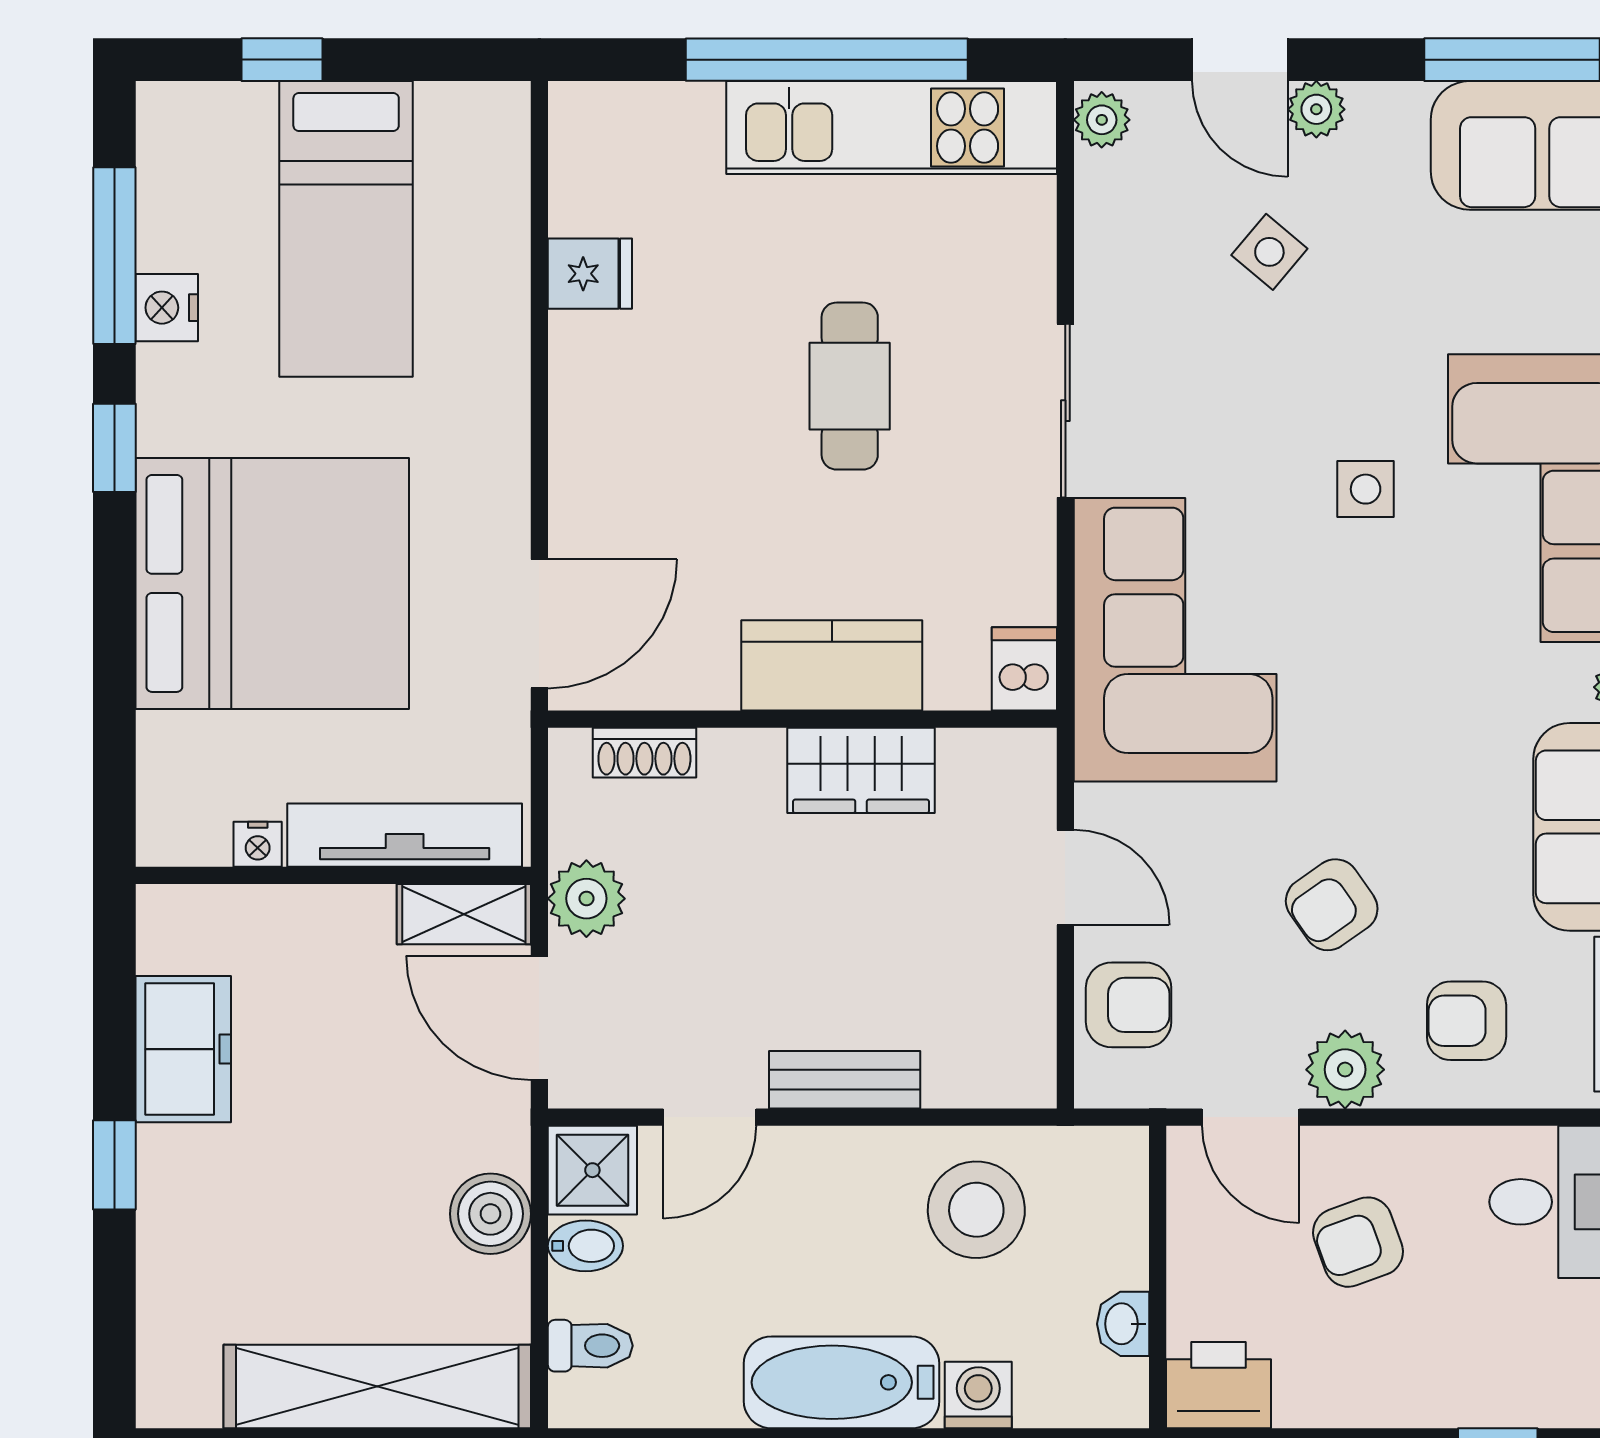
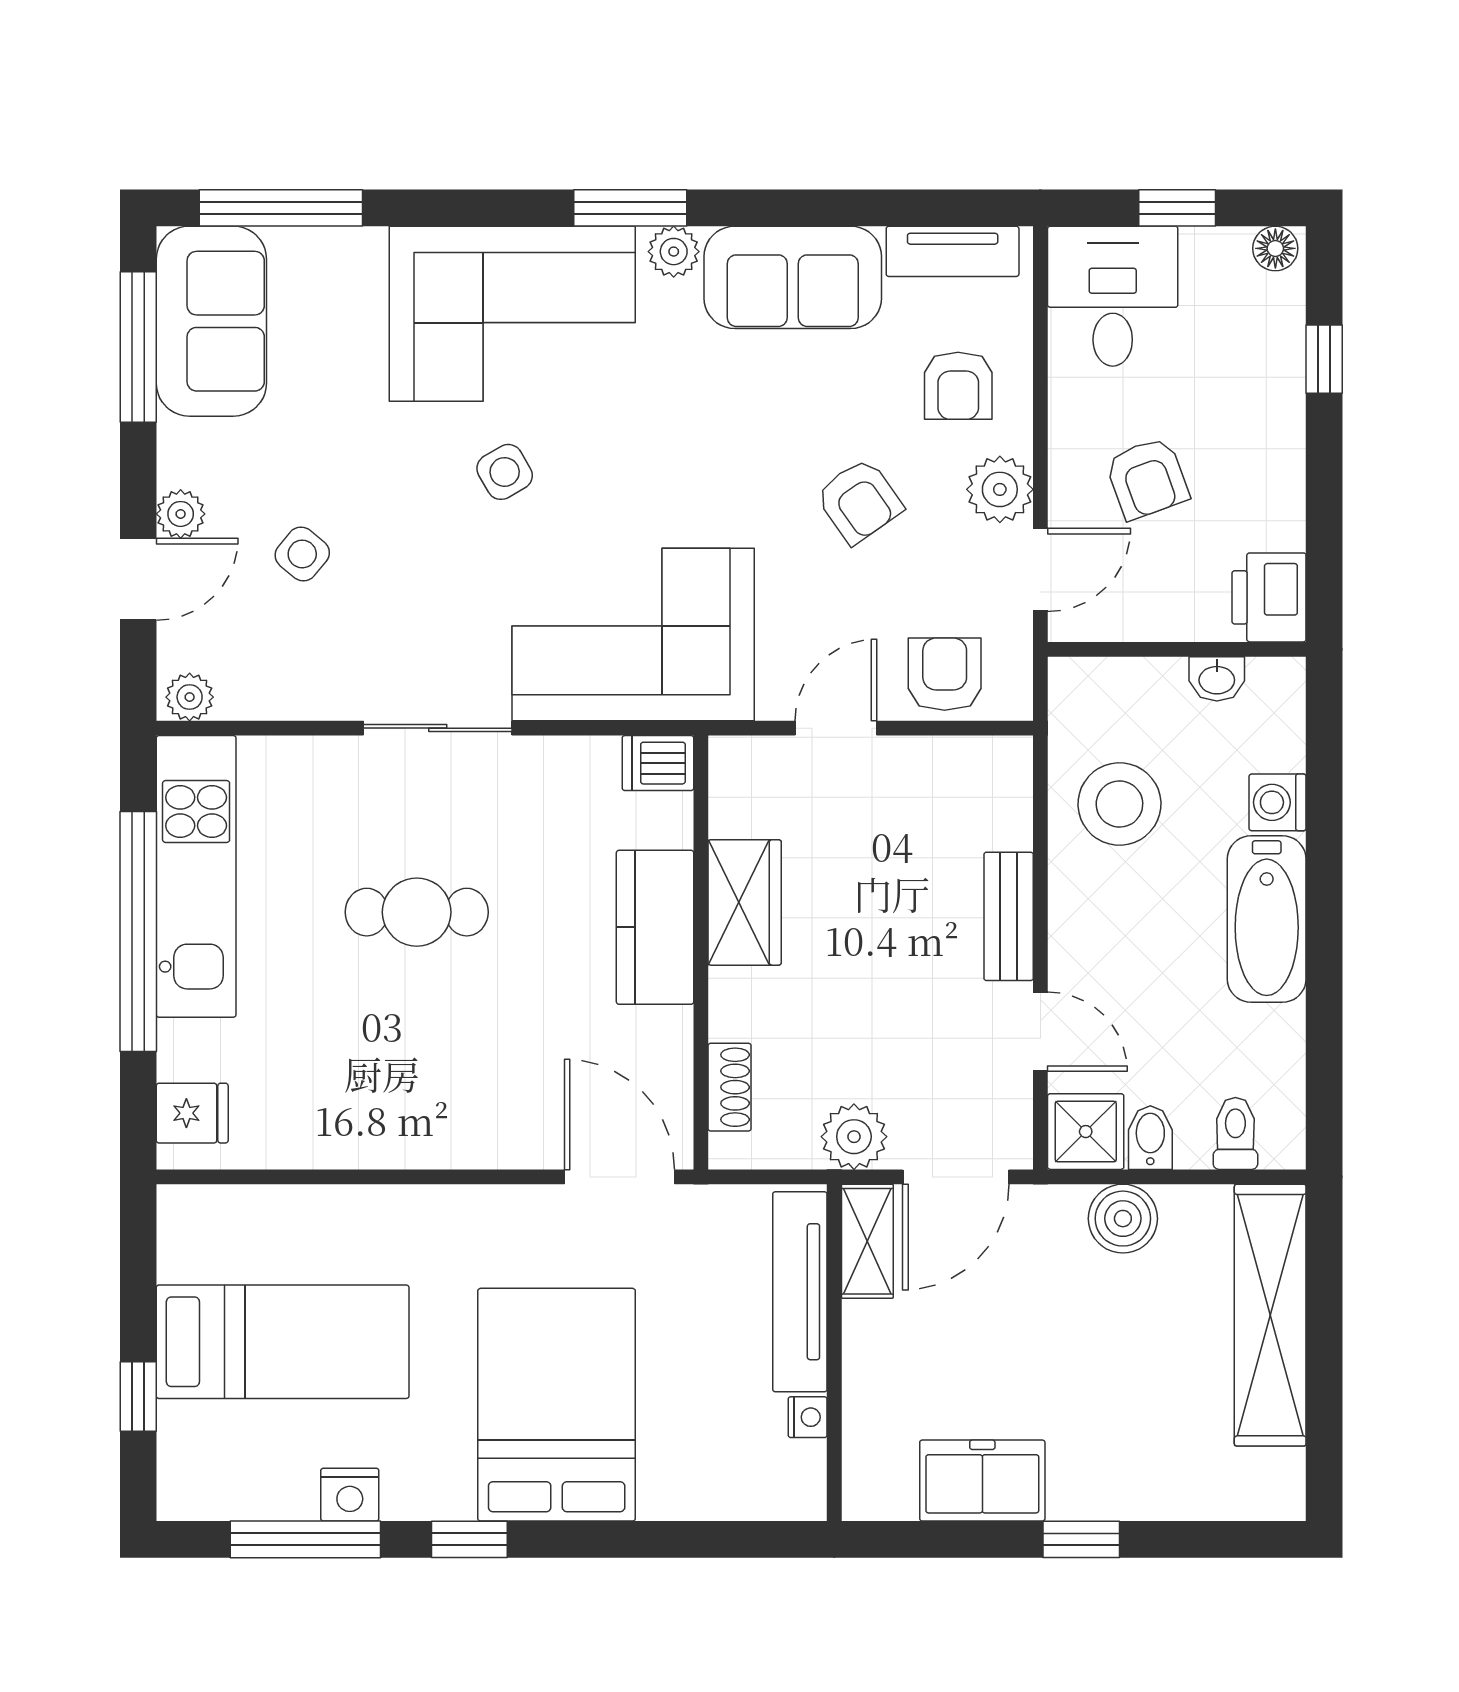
fridge: (590, 274) -> (192, 1113), moved, turned 90
side table: (1366, 489) -> (505, 472), turned -30
bed: (272, 583) -> (557, 1405), width x0.73

